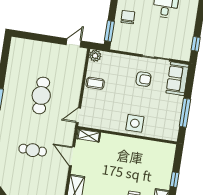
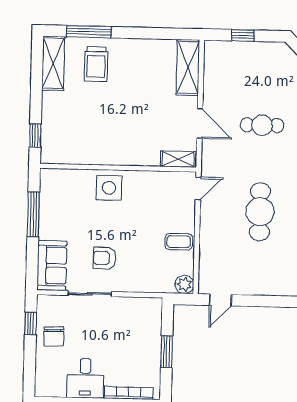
chair: (128, 17) -> (54, 336), moved
window: (109, 31) -> (167, 351), moved
window: (174, 180) -> (35, 136), moved

